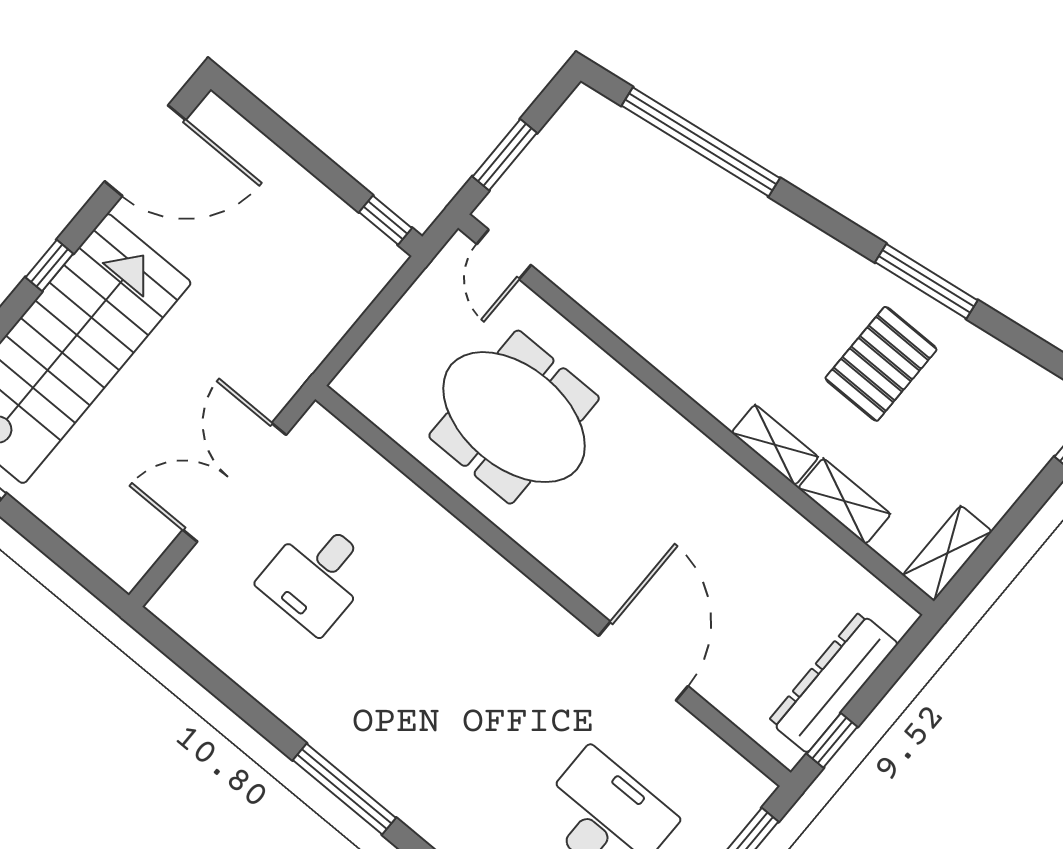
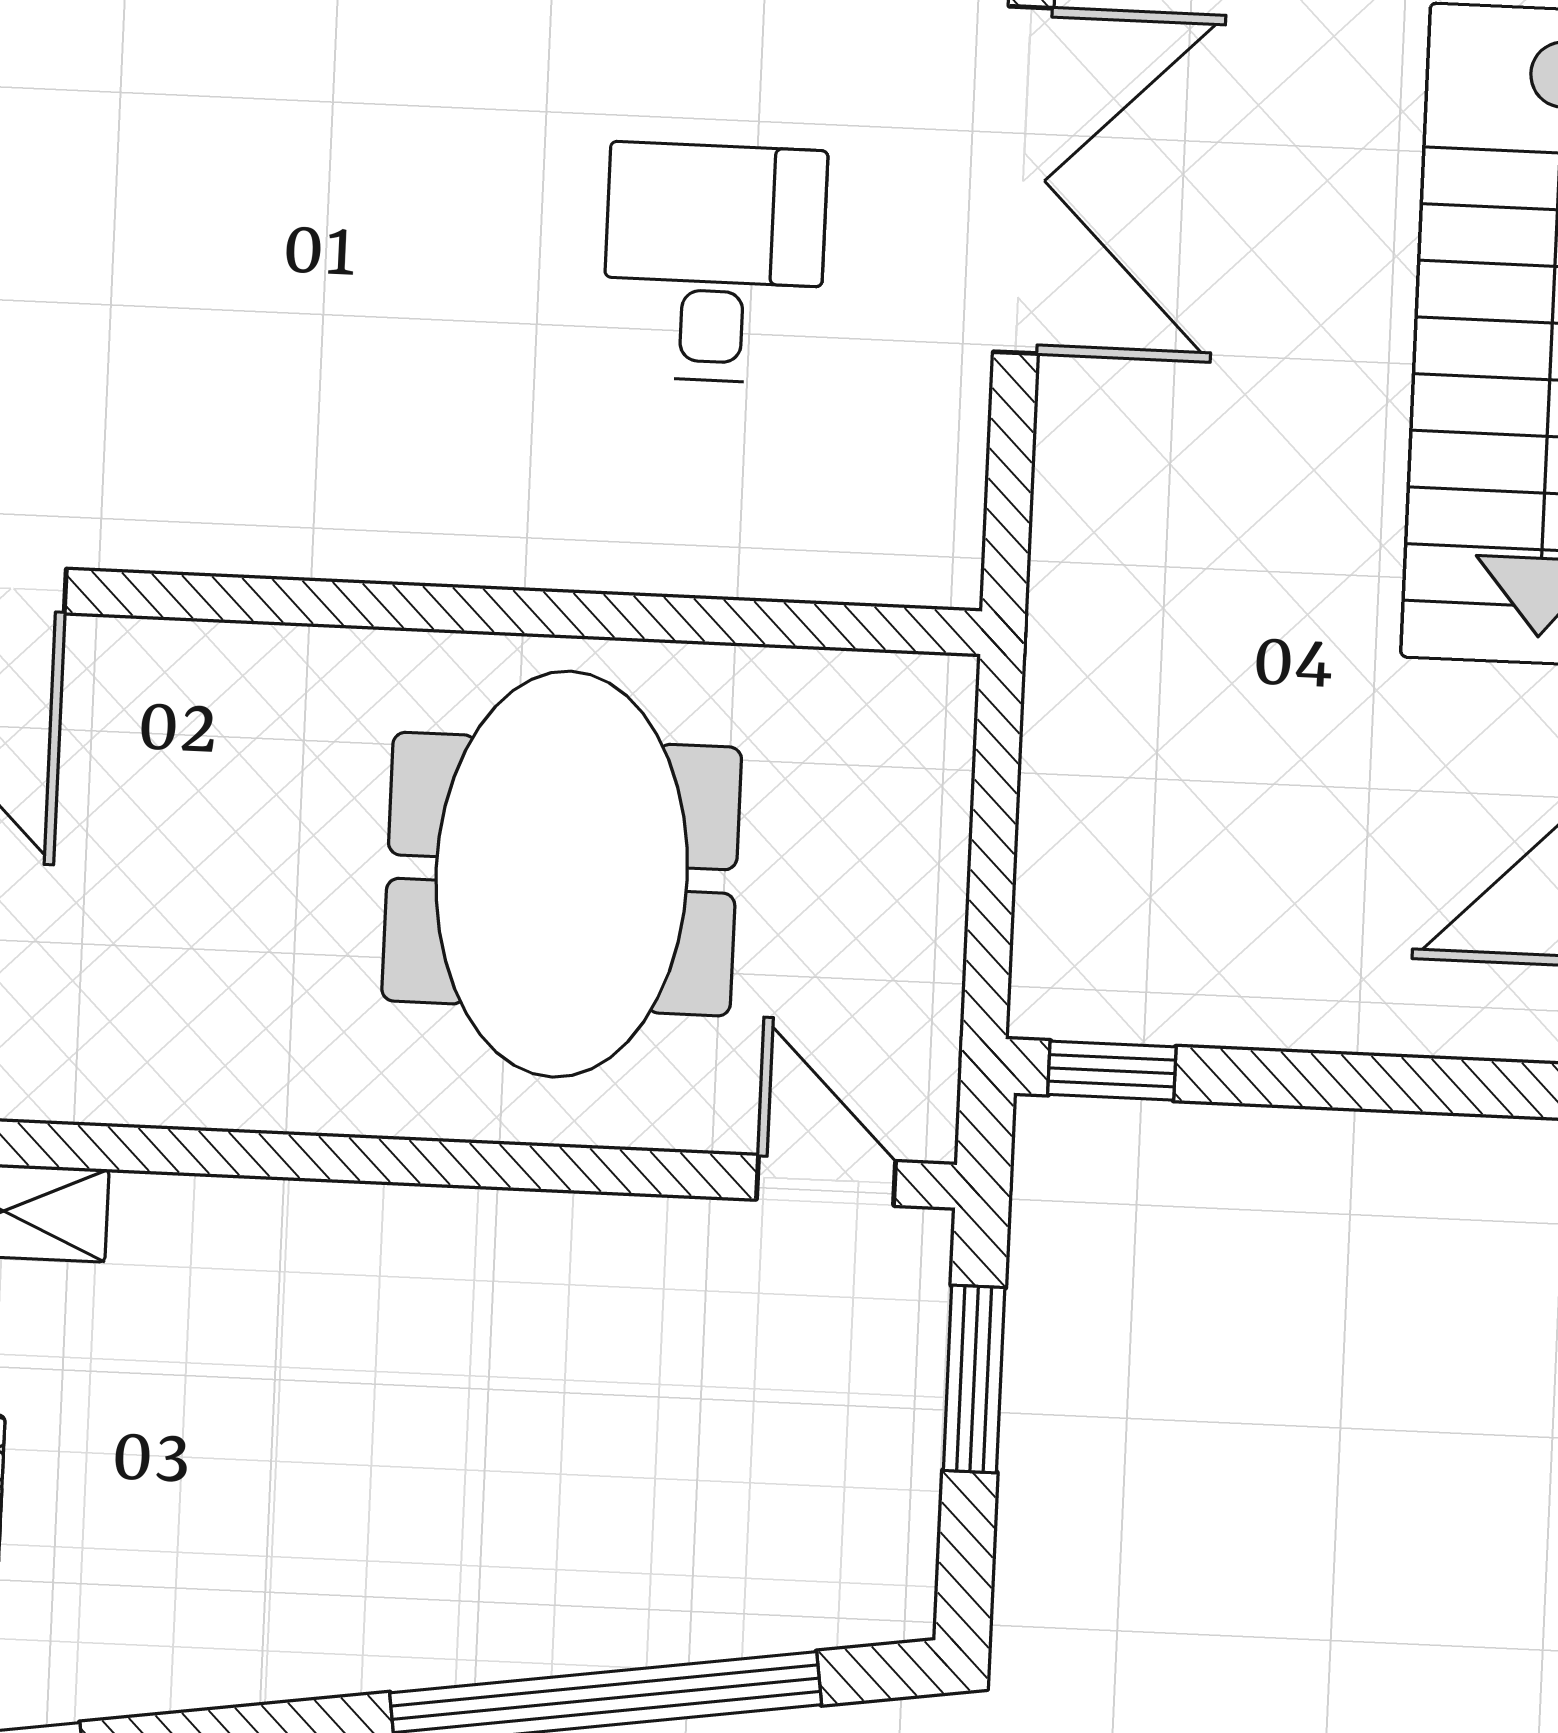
meeting table: (514, 417) -> (562, 874), turned 90
double door: (235, 482) -> (1023, 180), moved

